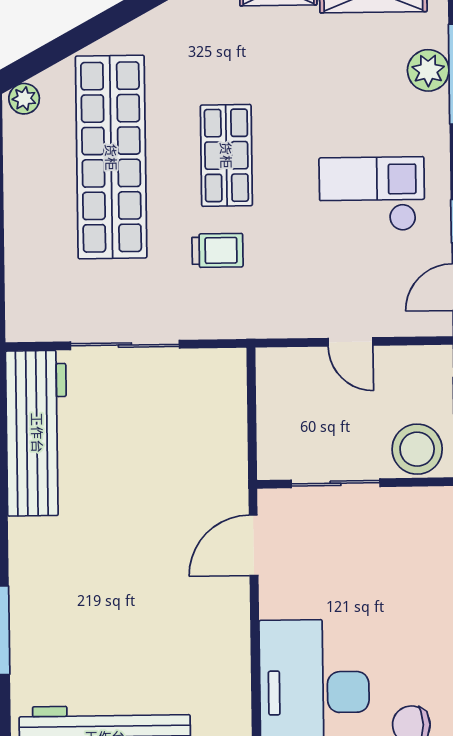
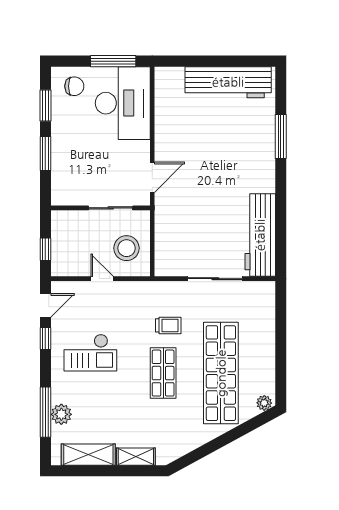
trolley: (217, 250) -> (168, 325), turned 180
stool: (417, 449) -> (127, 248), moved

